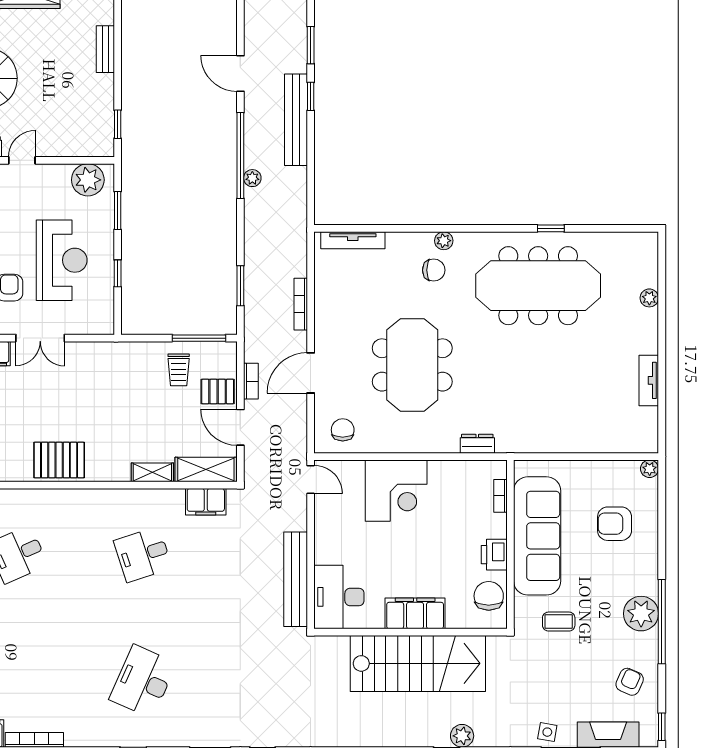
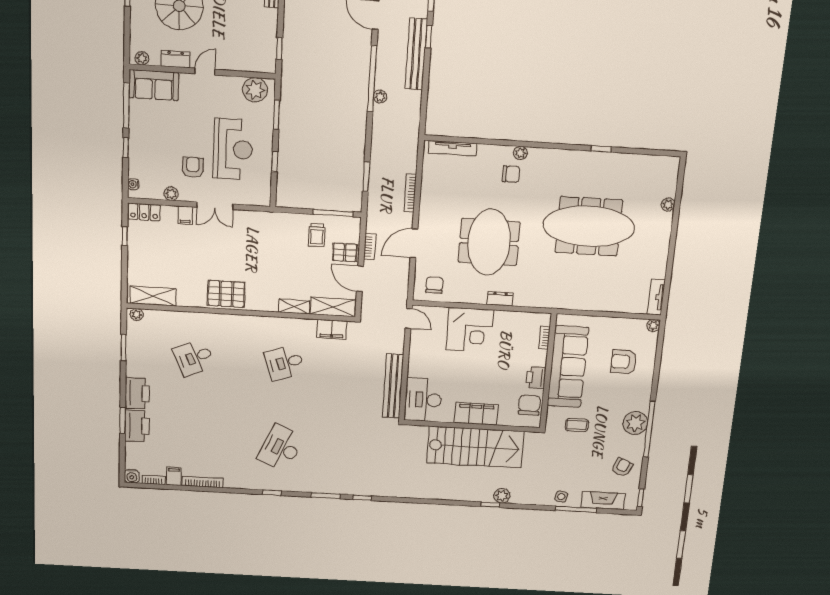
meeting table: (538, 286) -> (589, 226), moved
tv unit: (649, 380) -> (656, 297), moved
dresser: (477, 444) -> (500, 299), moved

